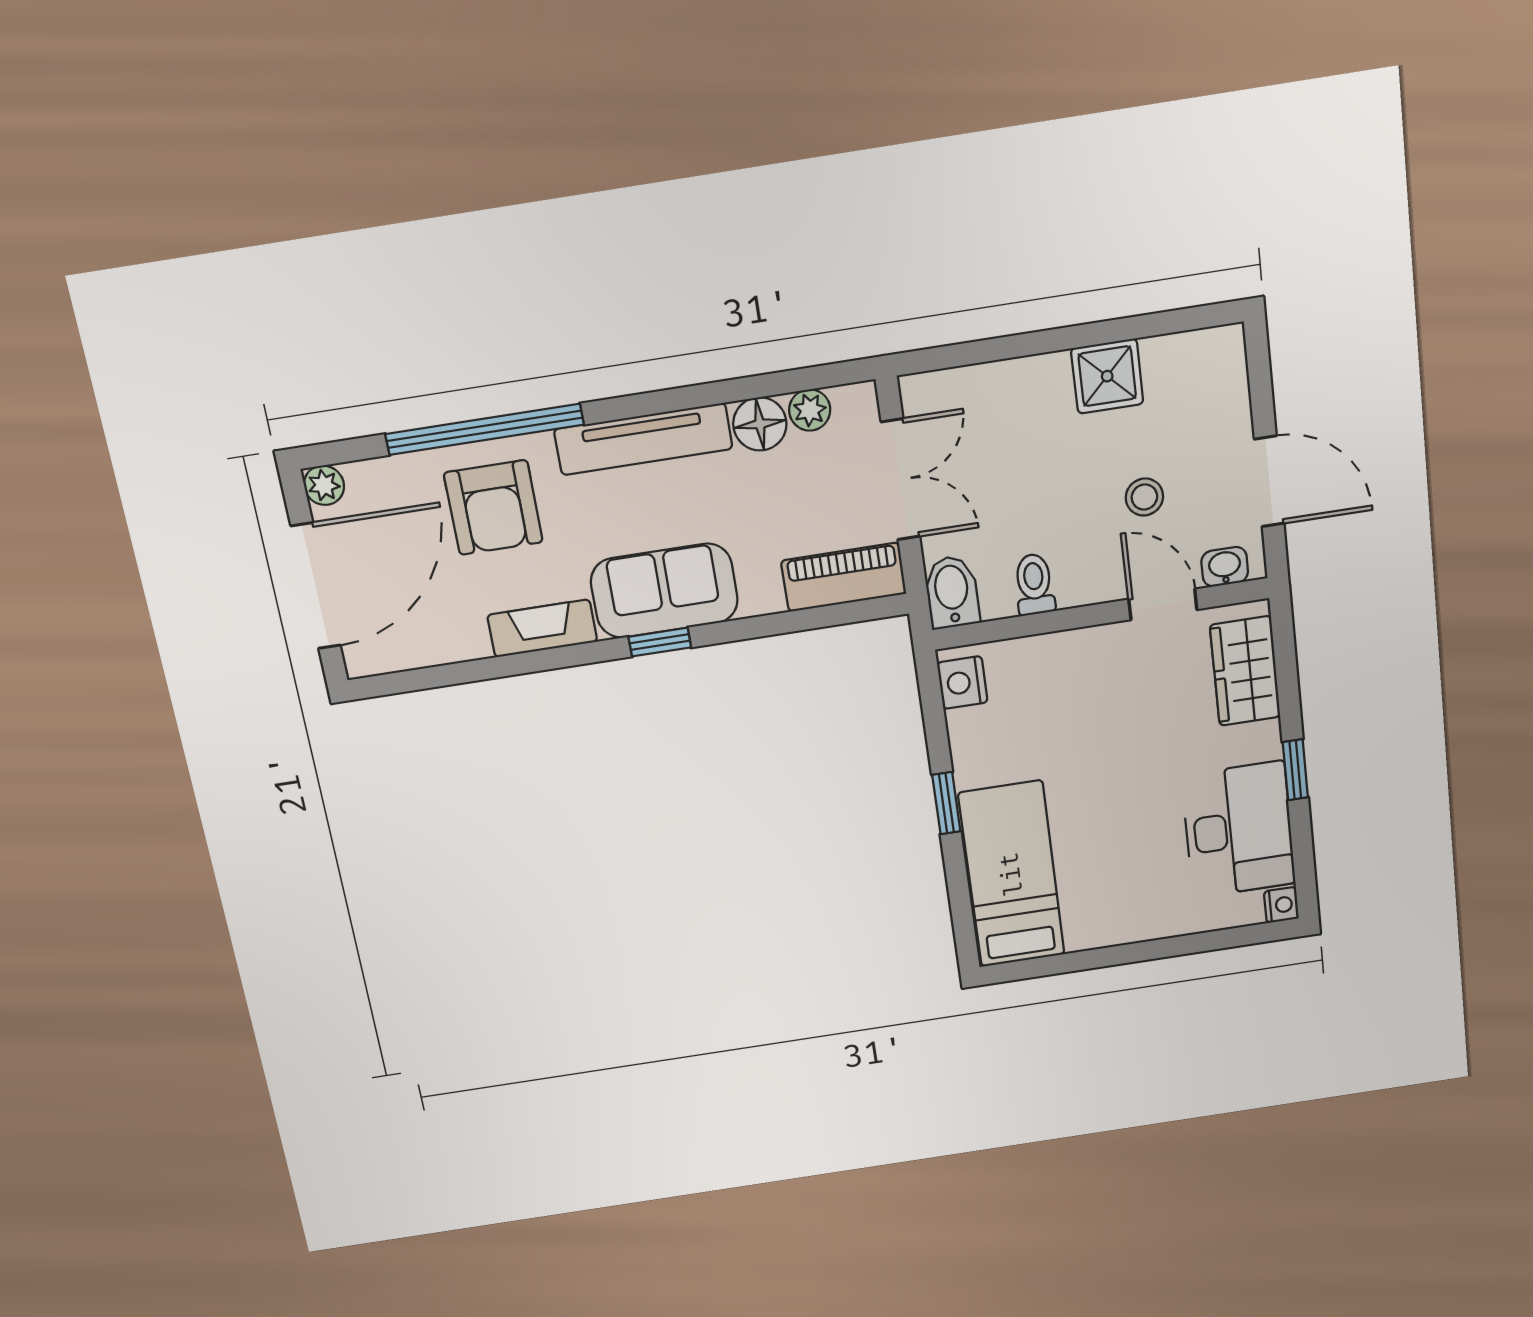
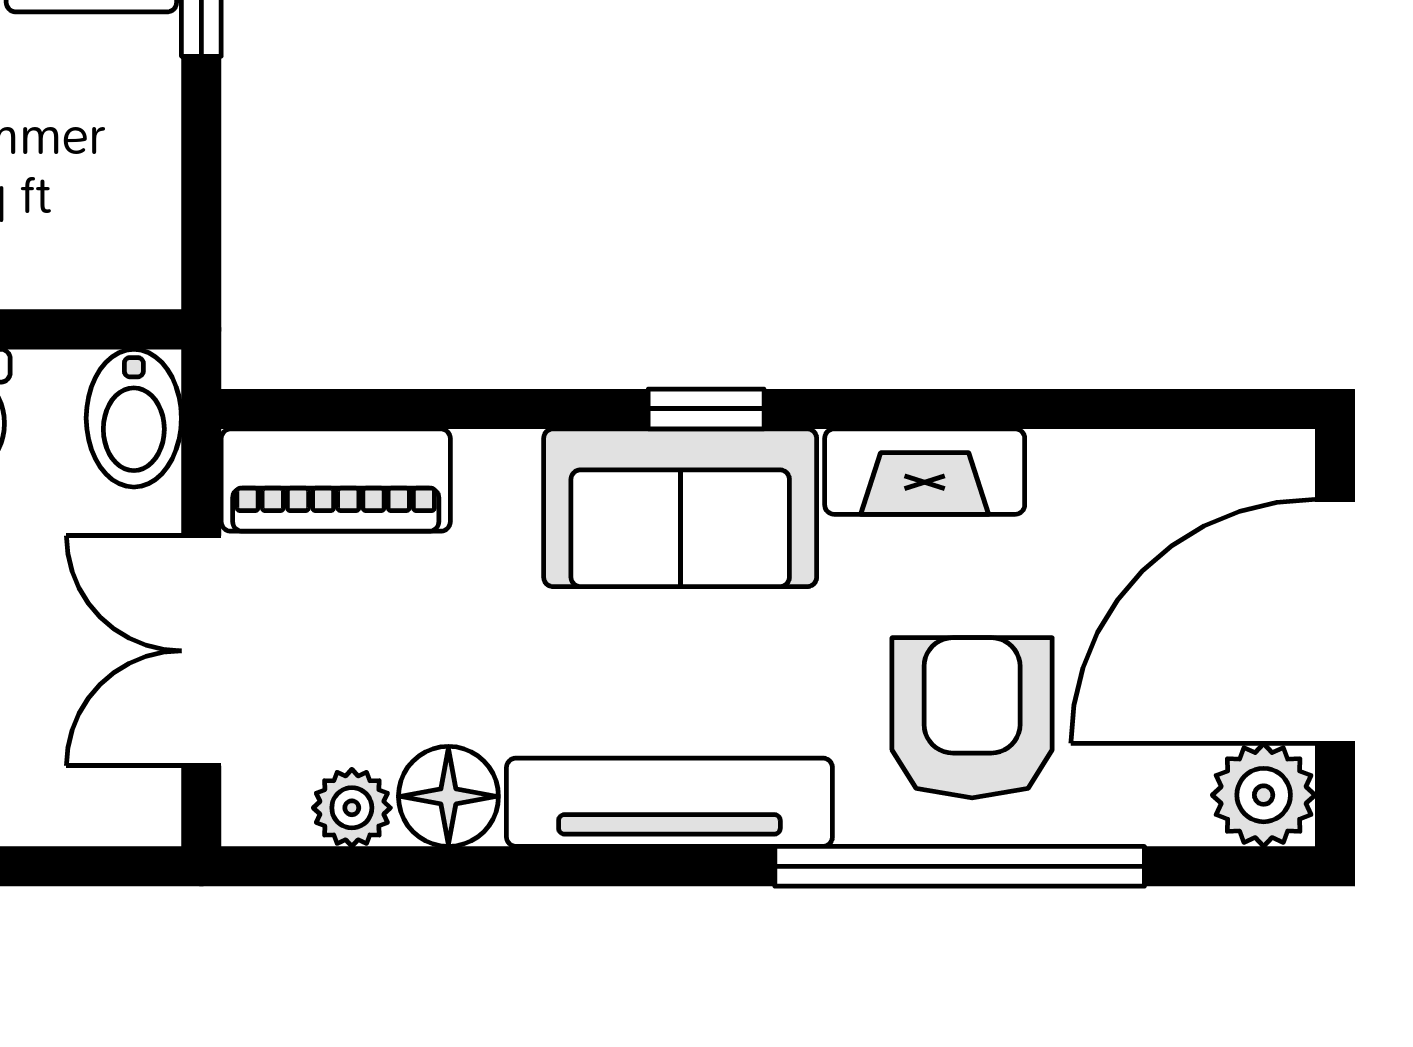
plant: (324, 485) -> (1264, 795), width x1.38, depth x1.38
nightstand: (962, 683) -> (137, 235), removed

